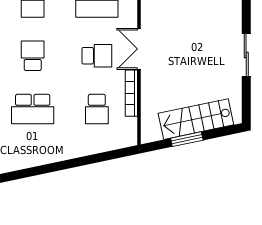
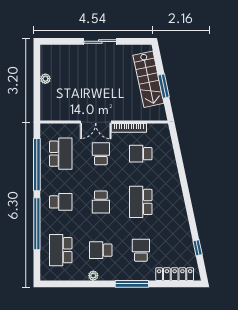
school desk: (33, 56) -> (101, 202), turned -90
school desk: (33, 109) -> (141, 202), turned 180
school desk: (97, 109) -> (141, 154), turned 180

